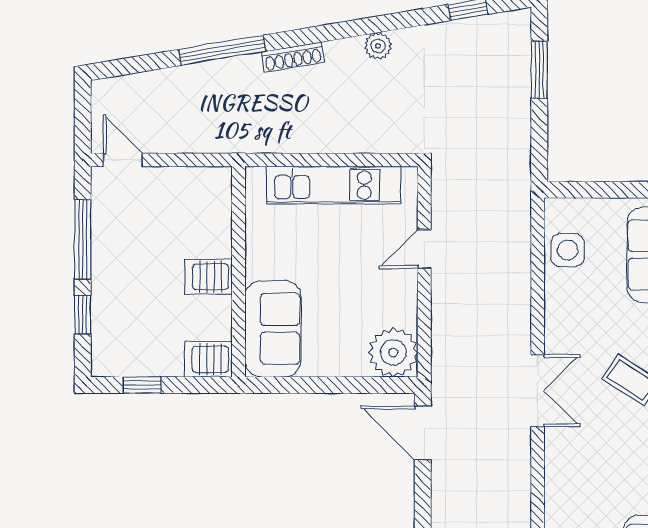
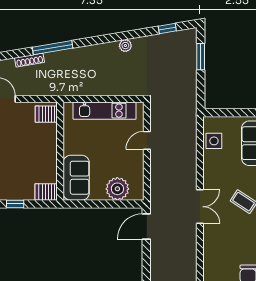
shoe rack: (293, 57) -> (30, 60), moved
server rack: (209, 277) -> (46, 114), moved
plant: (393, 352) -> (117, 189), moved
door: (423, 433) -> (146, 226), hinge flipped

